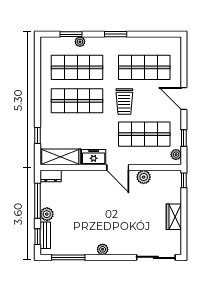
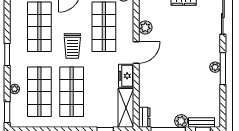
window: (71, 34) -> (7, 112), moved
trolley: (124, 101) -> (72, 46), turned 90
window: (68, 257) -> (223, 69), moved

